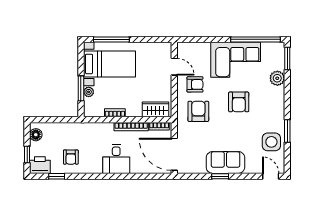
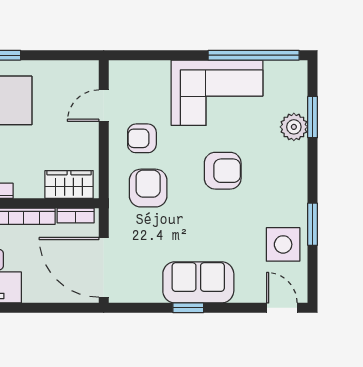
window: (287, 59) -> (313, 117), moved
door: (174, 67) -> (104, 106), swing flipped
armchair: (195, 84) -> (142, 138), turned 180
armchair: (239, 102) -> (223, 171), turned -90

